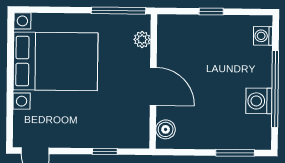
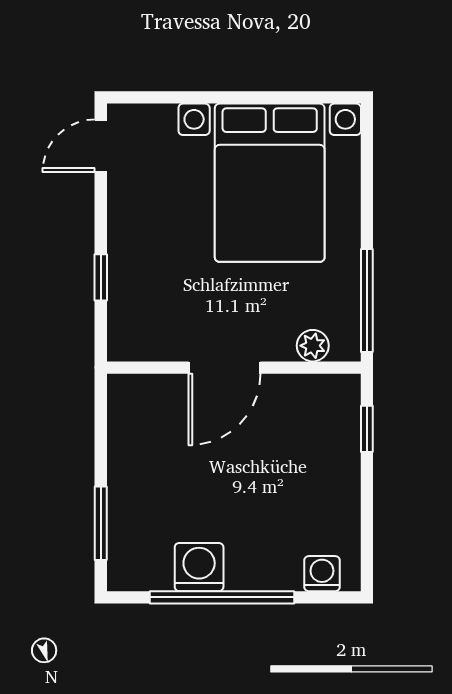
window: (211, 12) -> (367, 429), moved
boiler: (166, 129) -> (143, 392), removed

